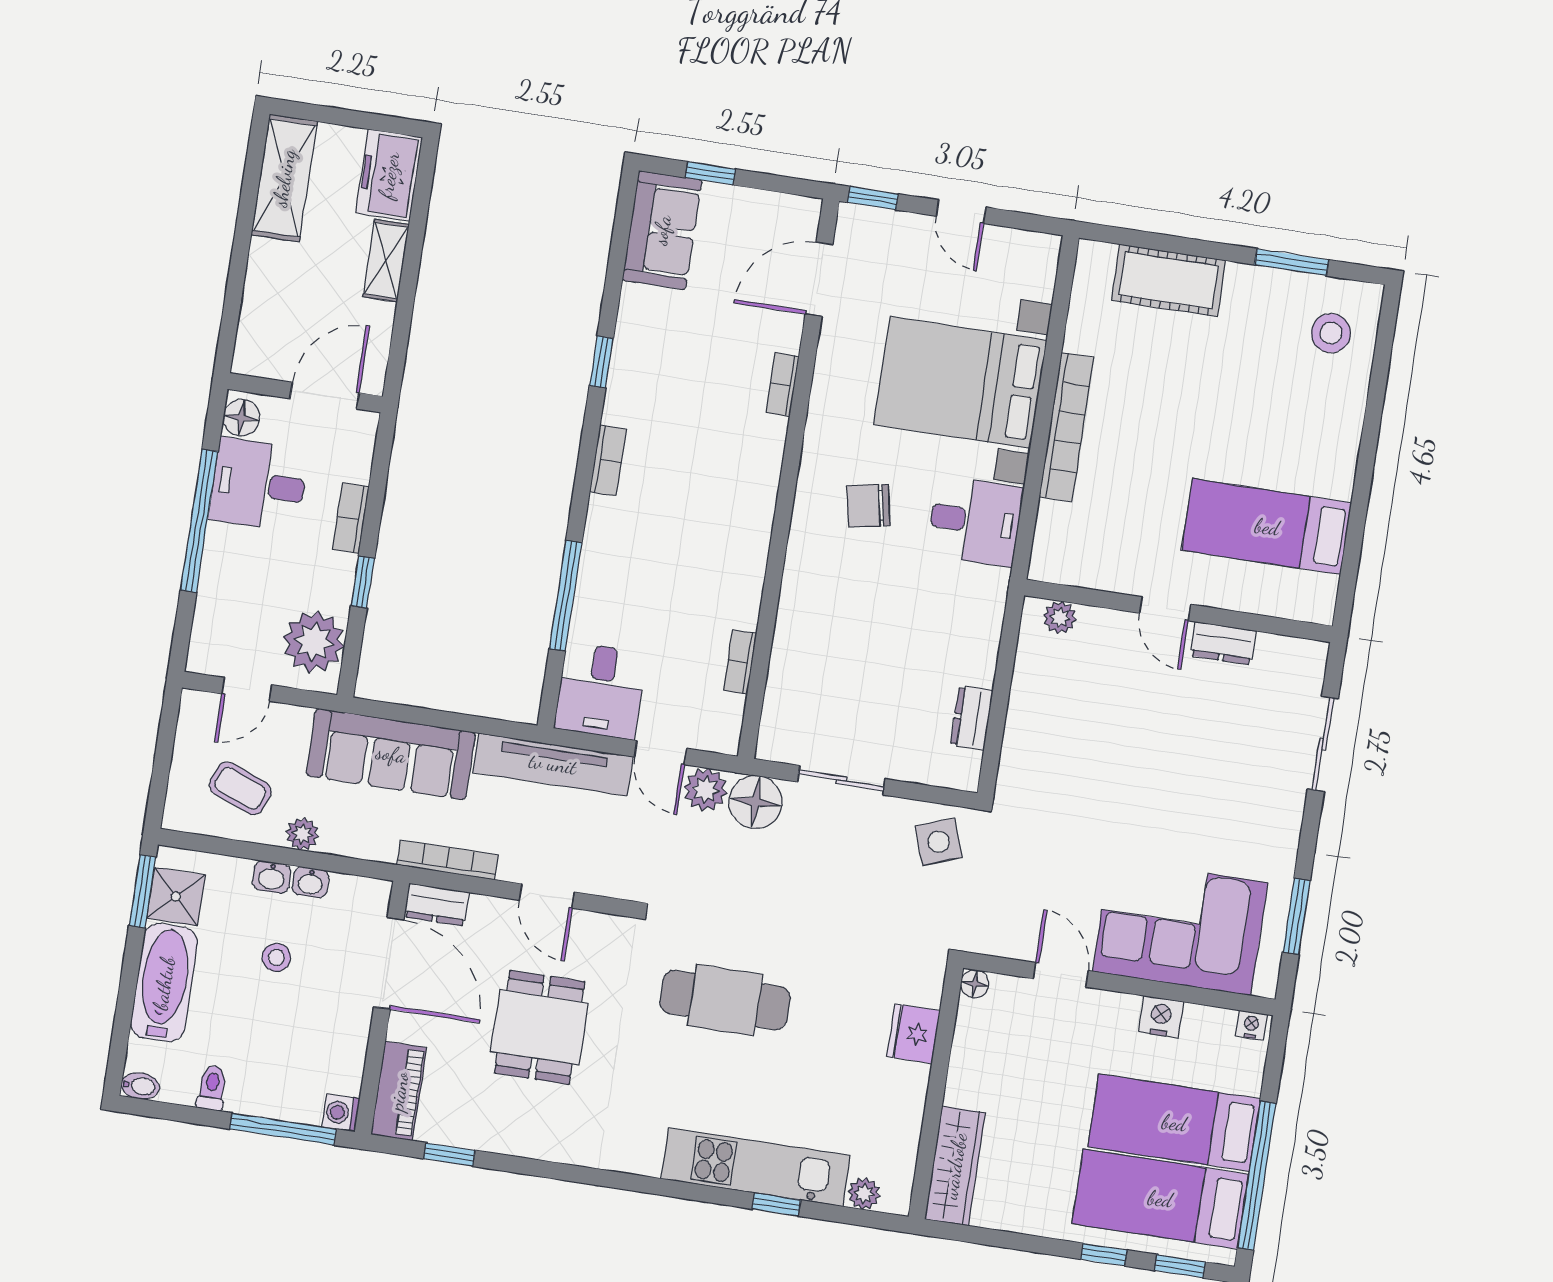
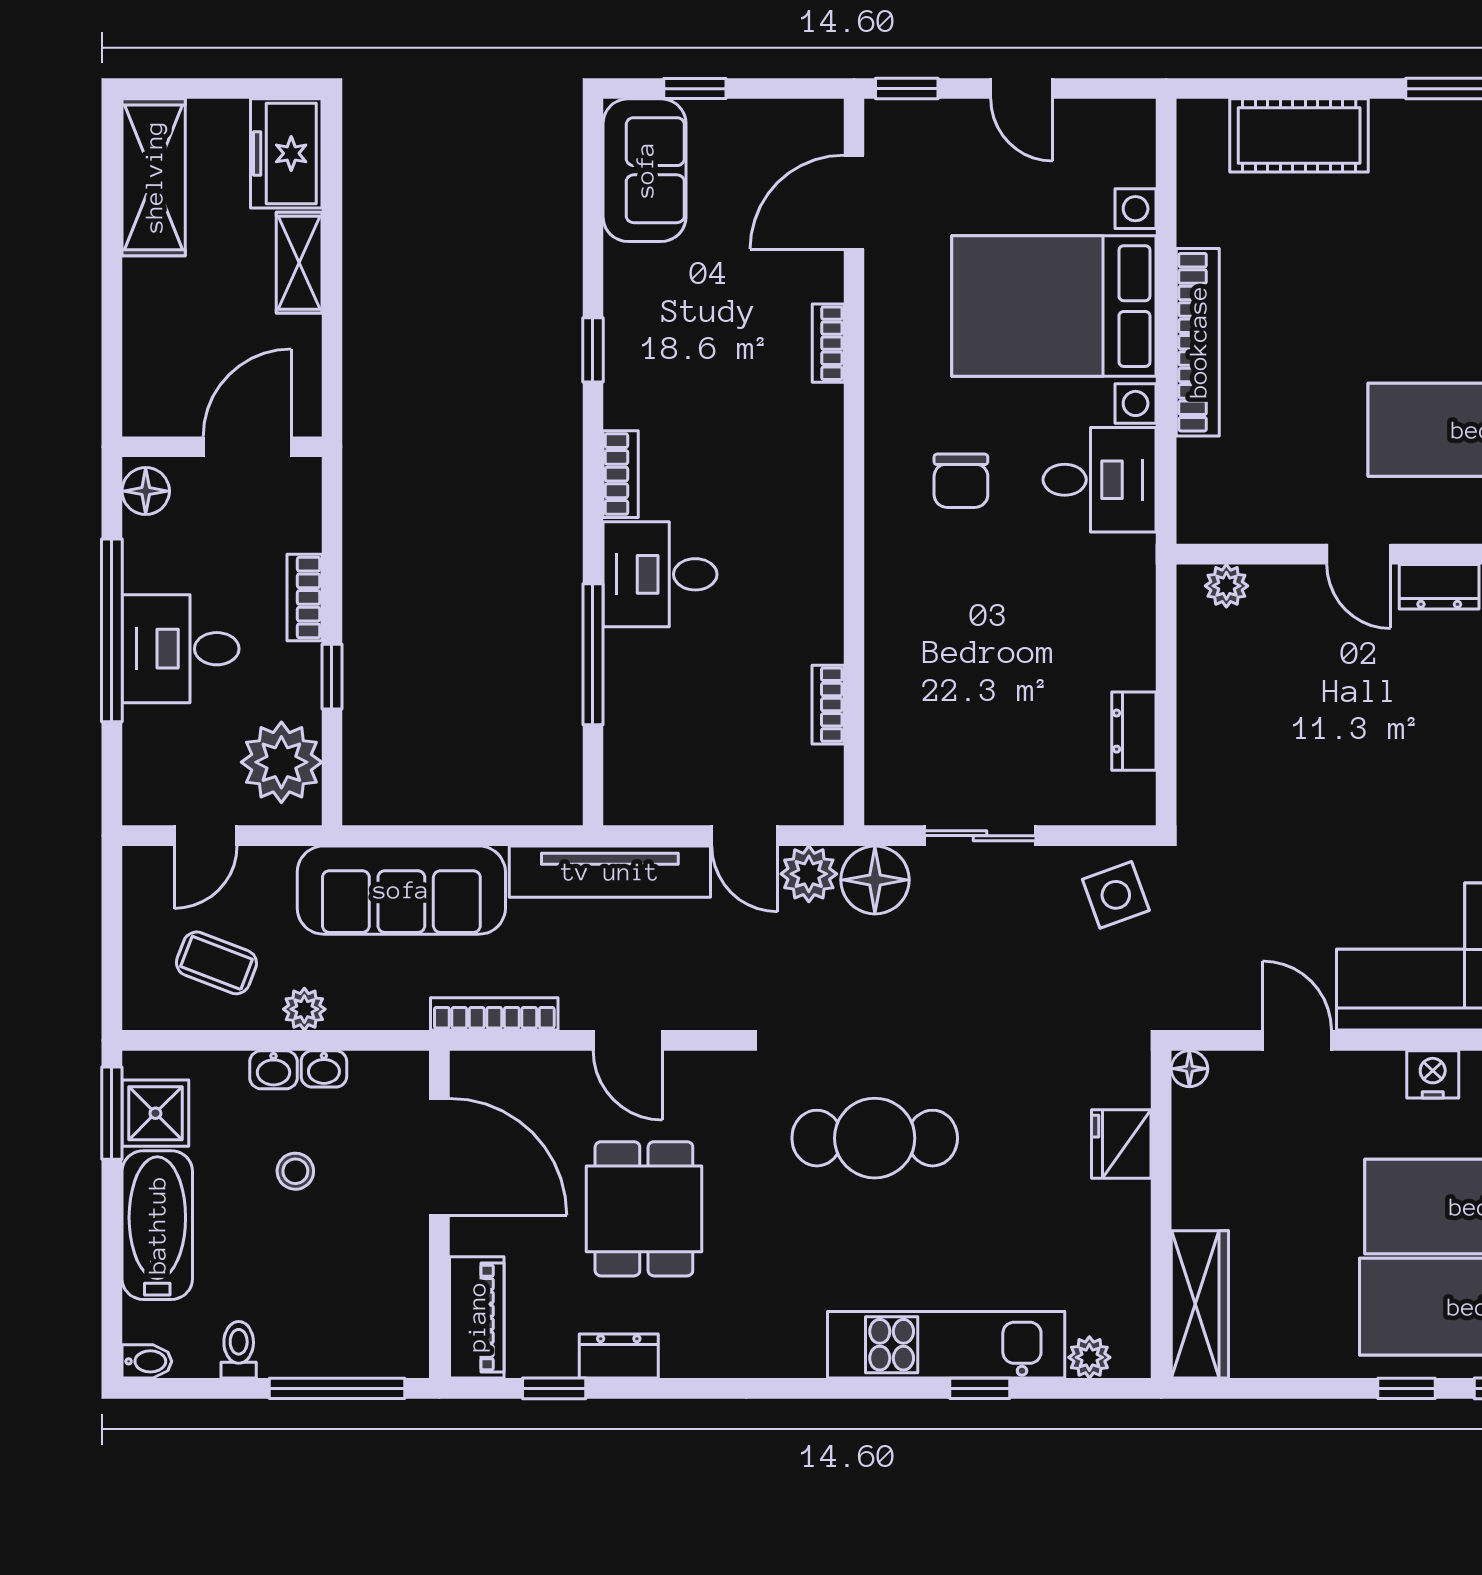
desk: (259, 485) -> (181, 649), moved
chair: (868, 506) -> (961, 481), turned -79
desk: (600, 691) -> (660, 574), moved, turned 90
dresser: (437, 905) -> (619, 1356), moved, turned 180
washing machine: (341, 1113) -> (408, 1356), removed

